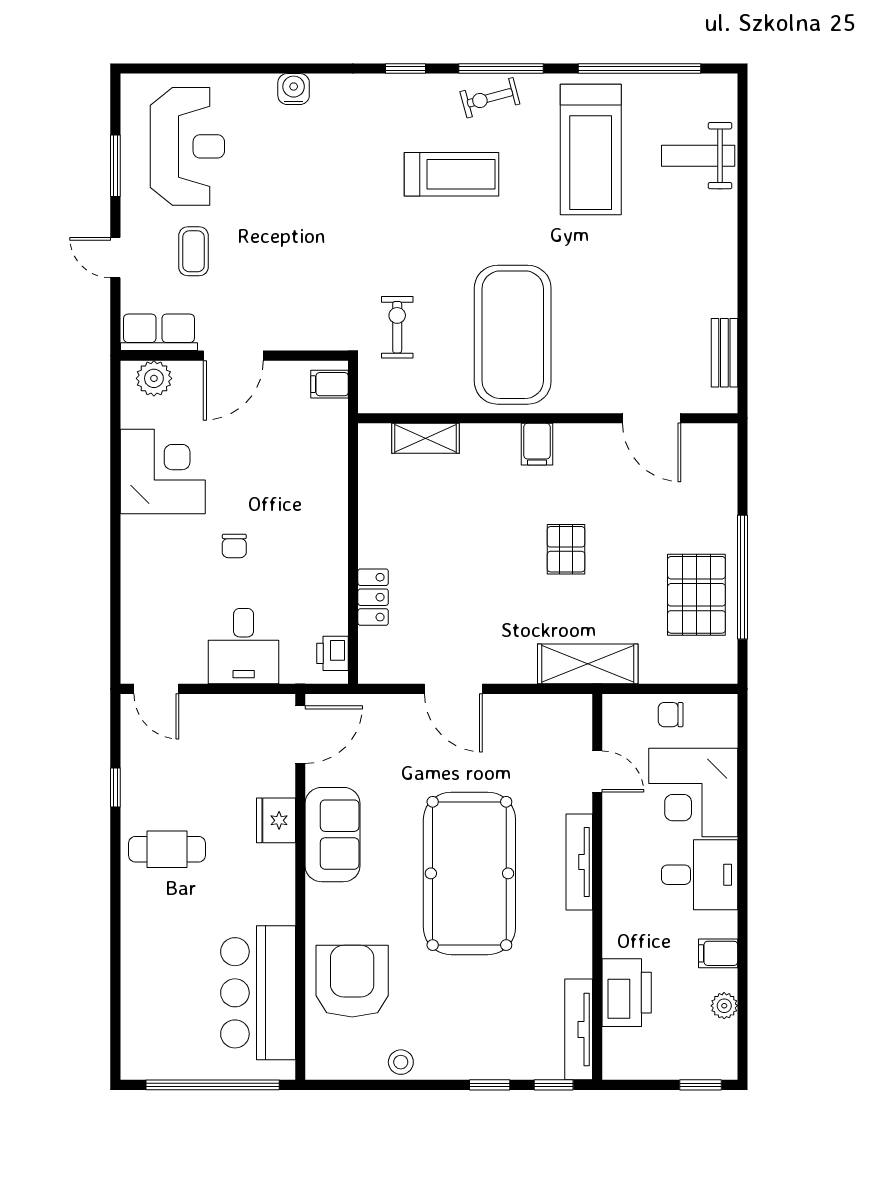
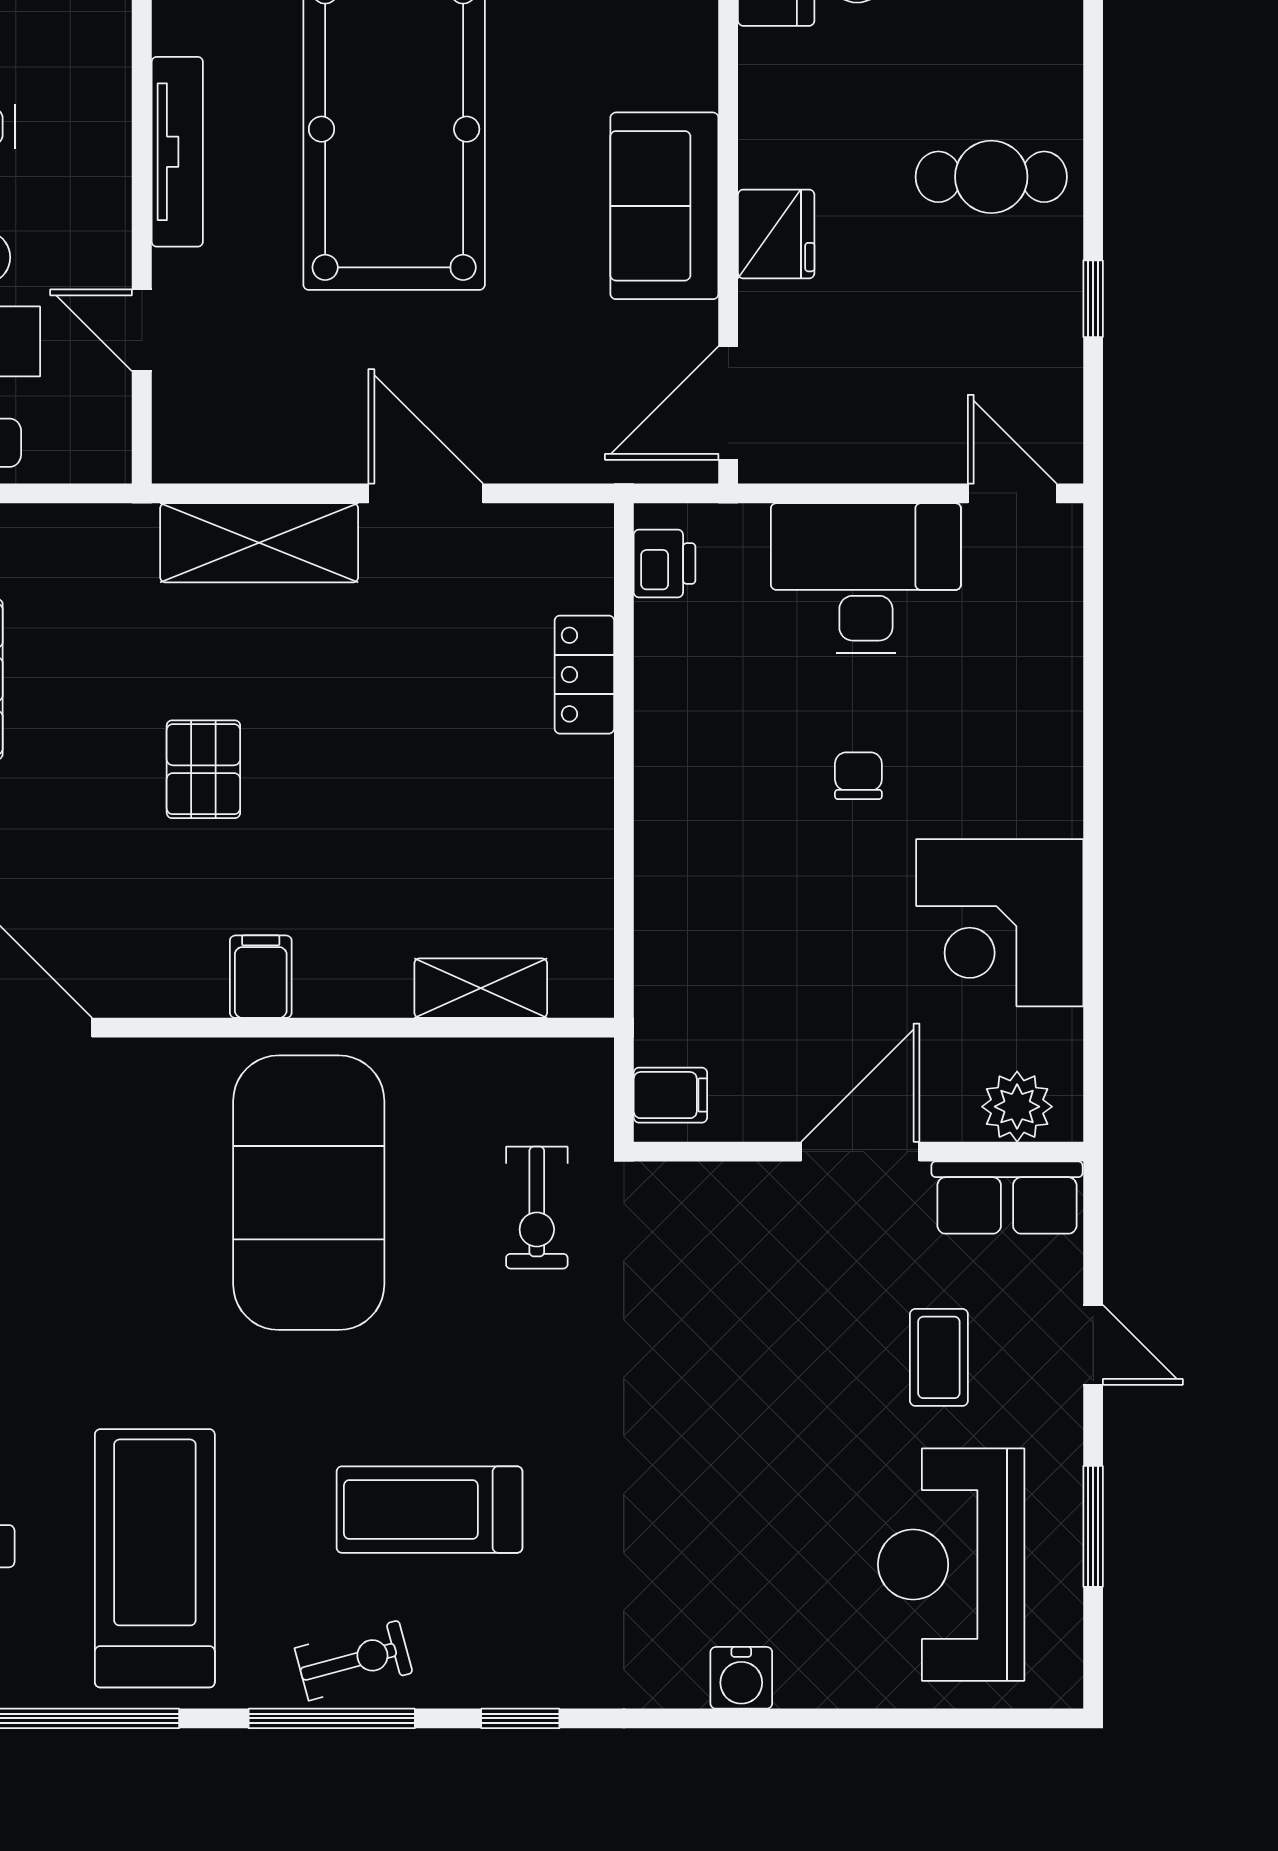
desk: (244, 646) -> (866, 578), width x1.37
shelving: (588, 664) -> (259, 543), moved

